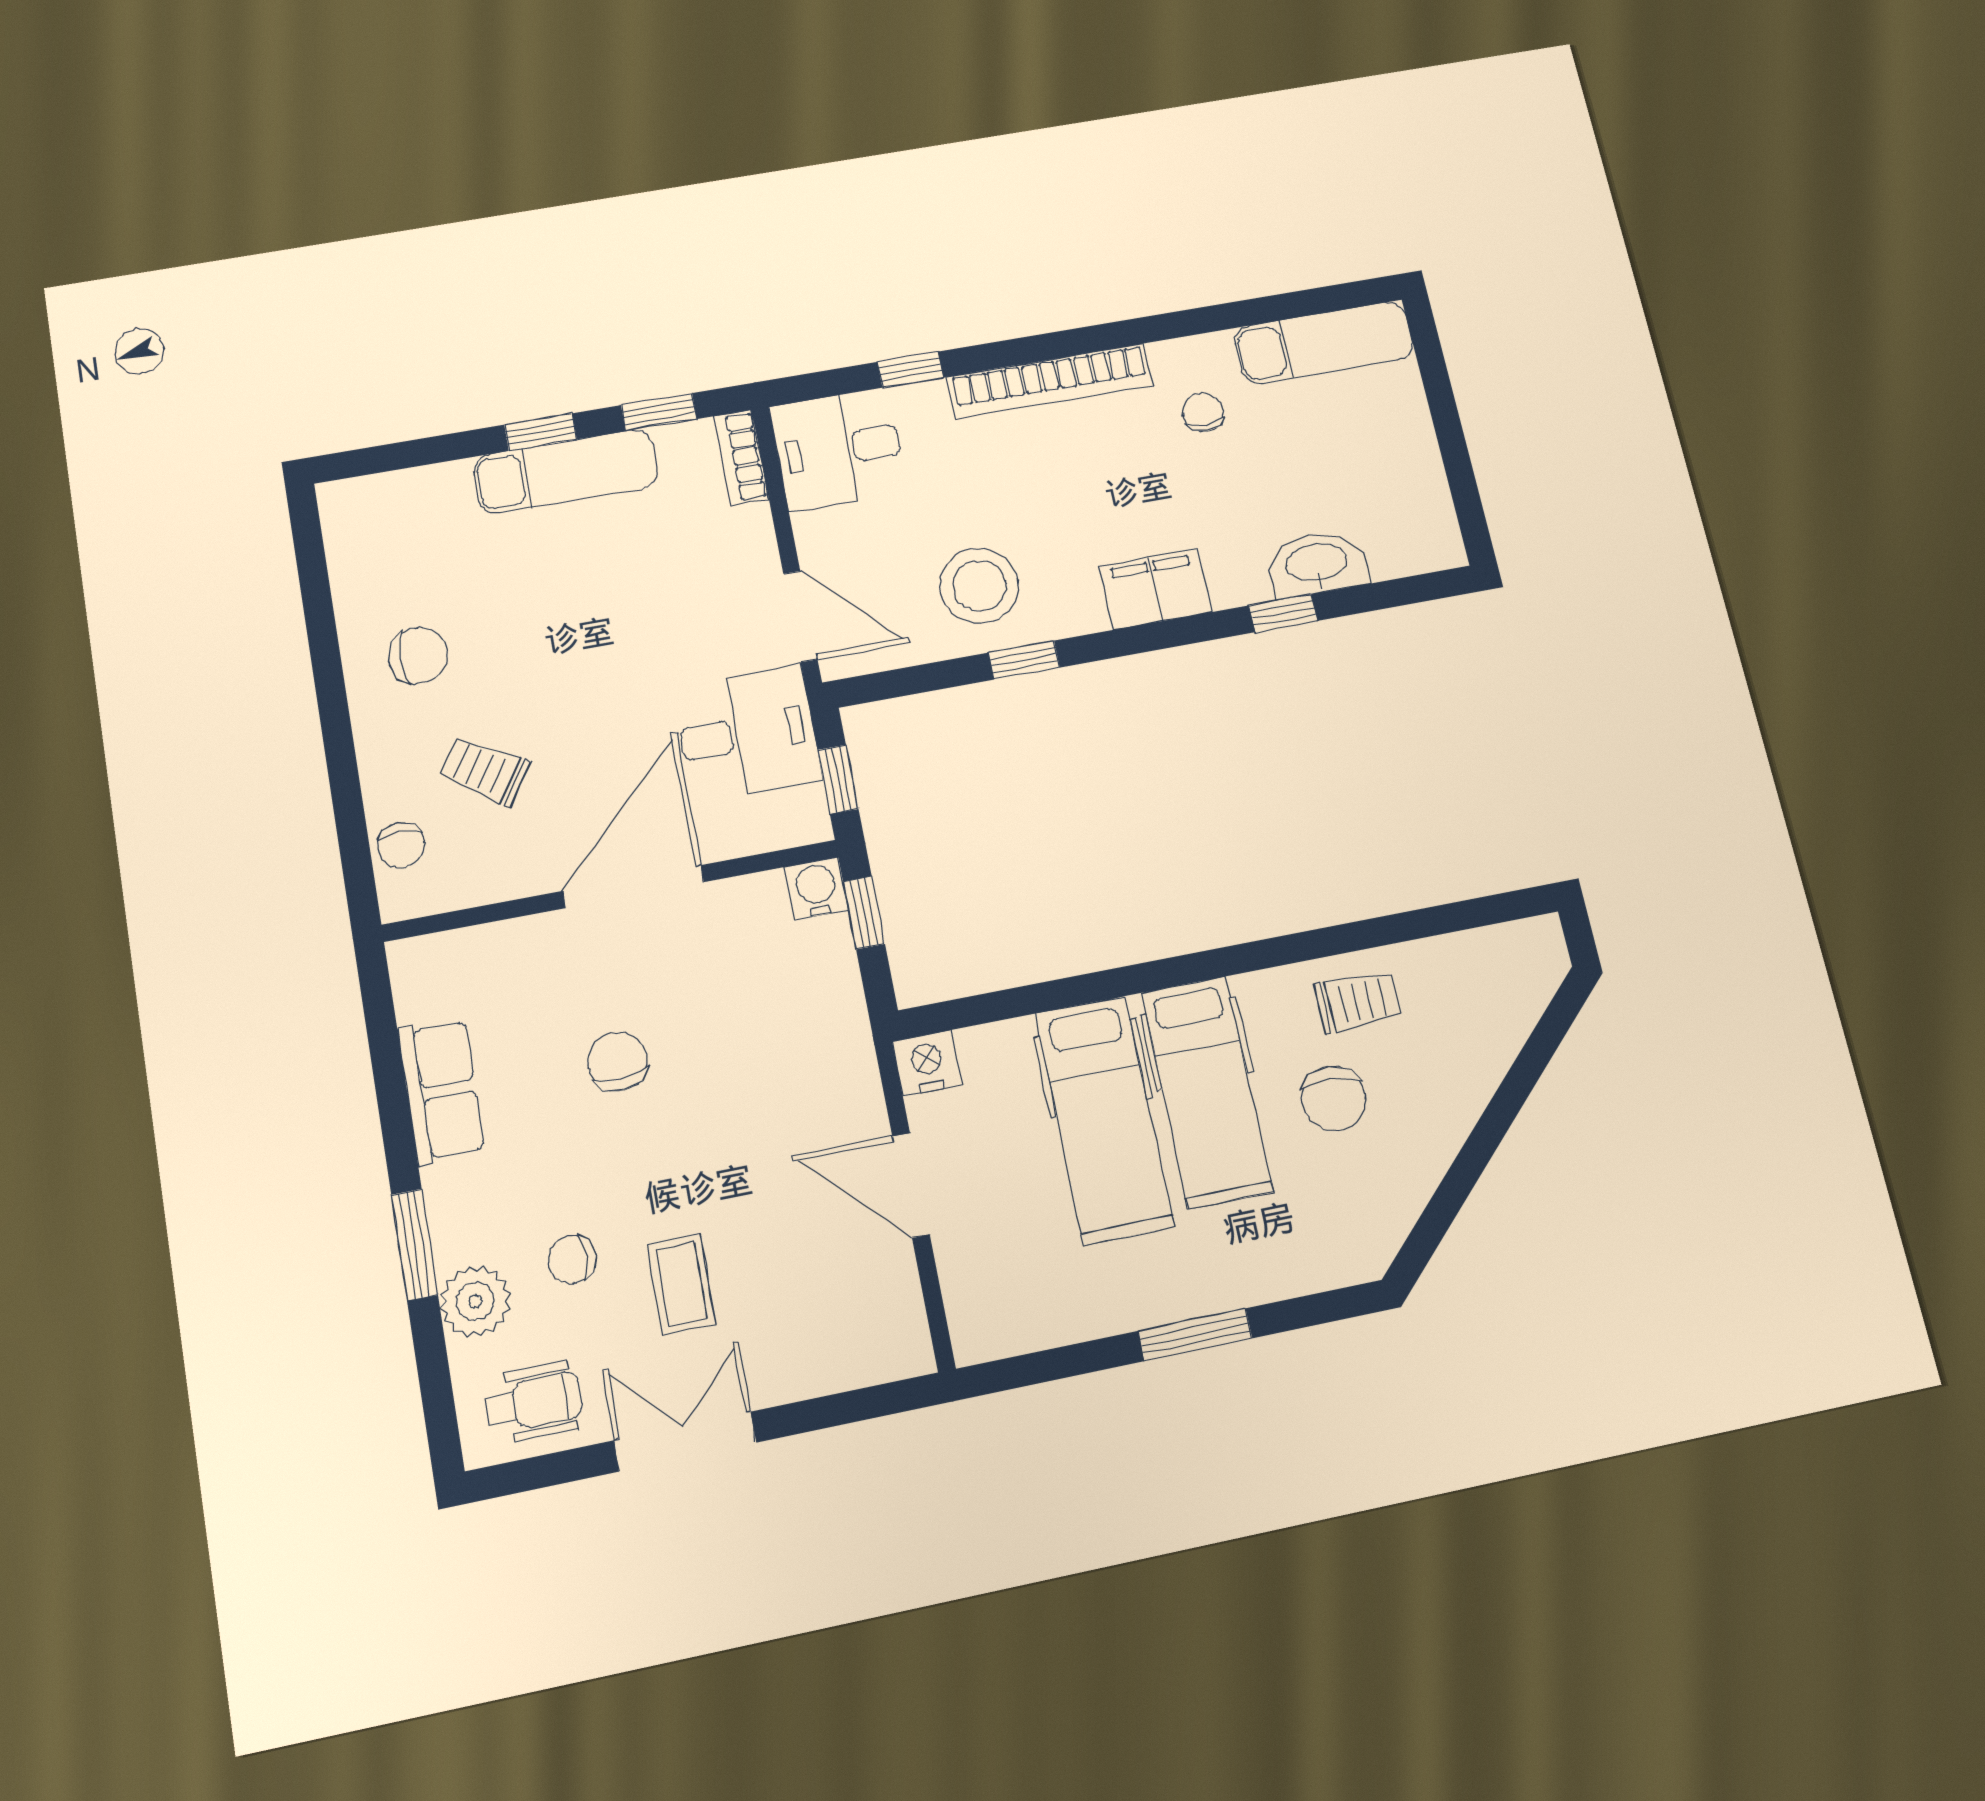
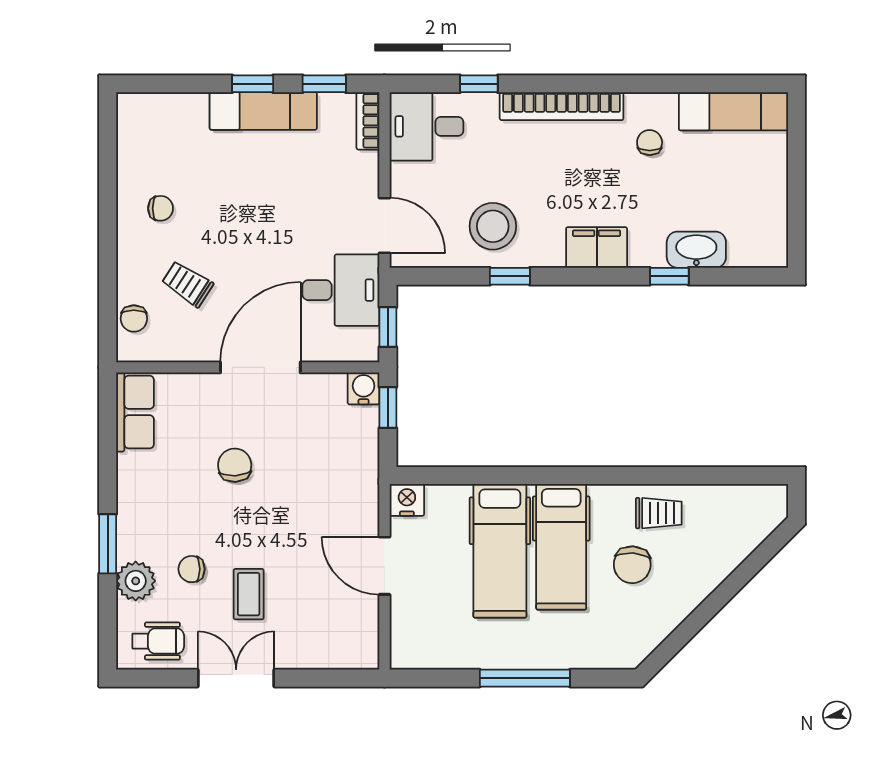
chair: (418, 656) -> (160, 208), width x0.73, depth x0.73
row of seats: (441, 1091) -> (135, 412), moved
window: (1195, 1335) -> (525, 678), width x1.44

